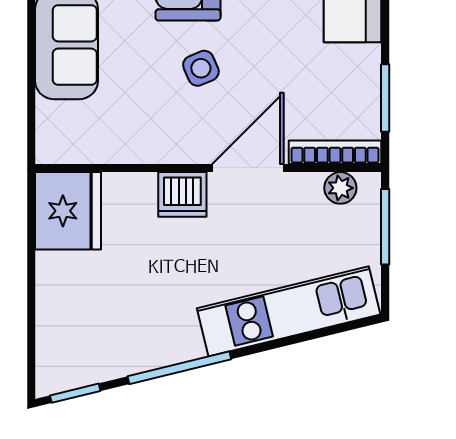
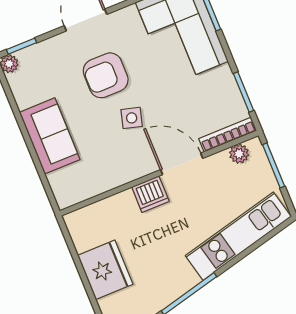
side table: (201, 68) -> (132, 118), turned 38
door: (248, 168) -> (182, 164), hinge flipped
fridge: (68, 211) -> (105, 270), moved

